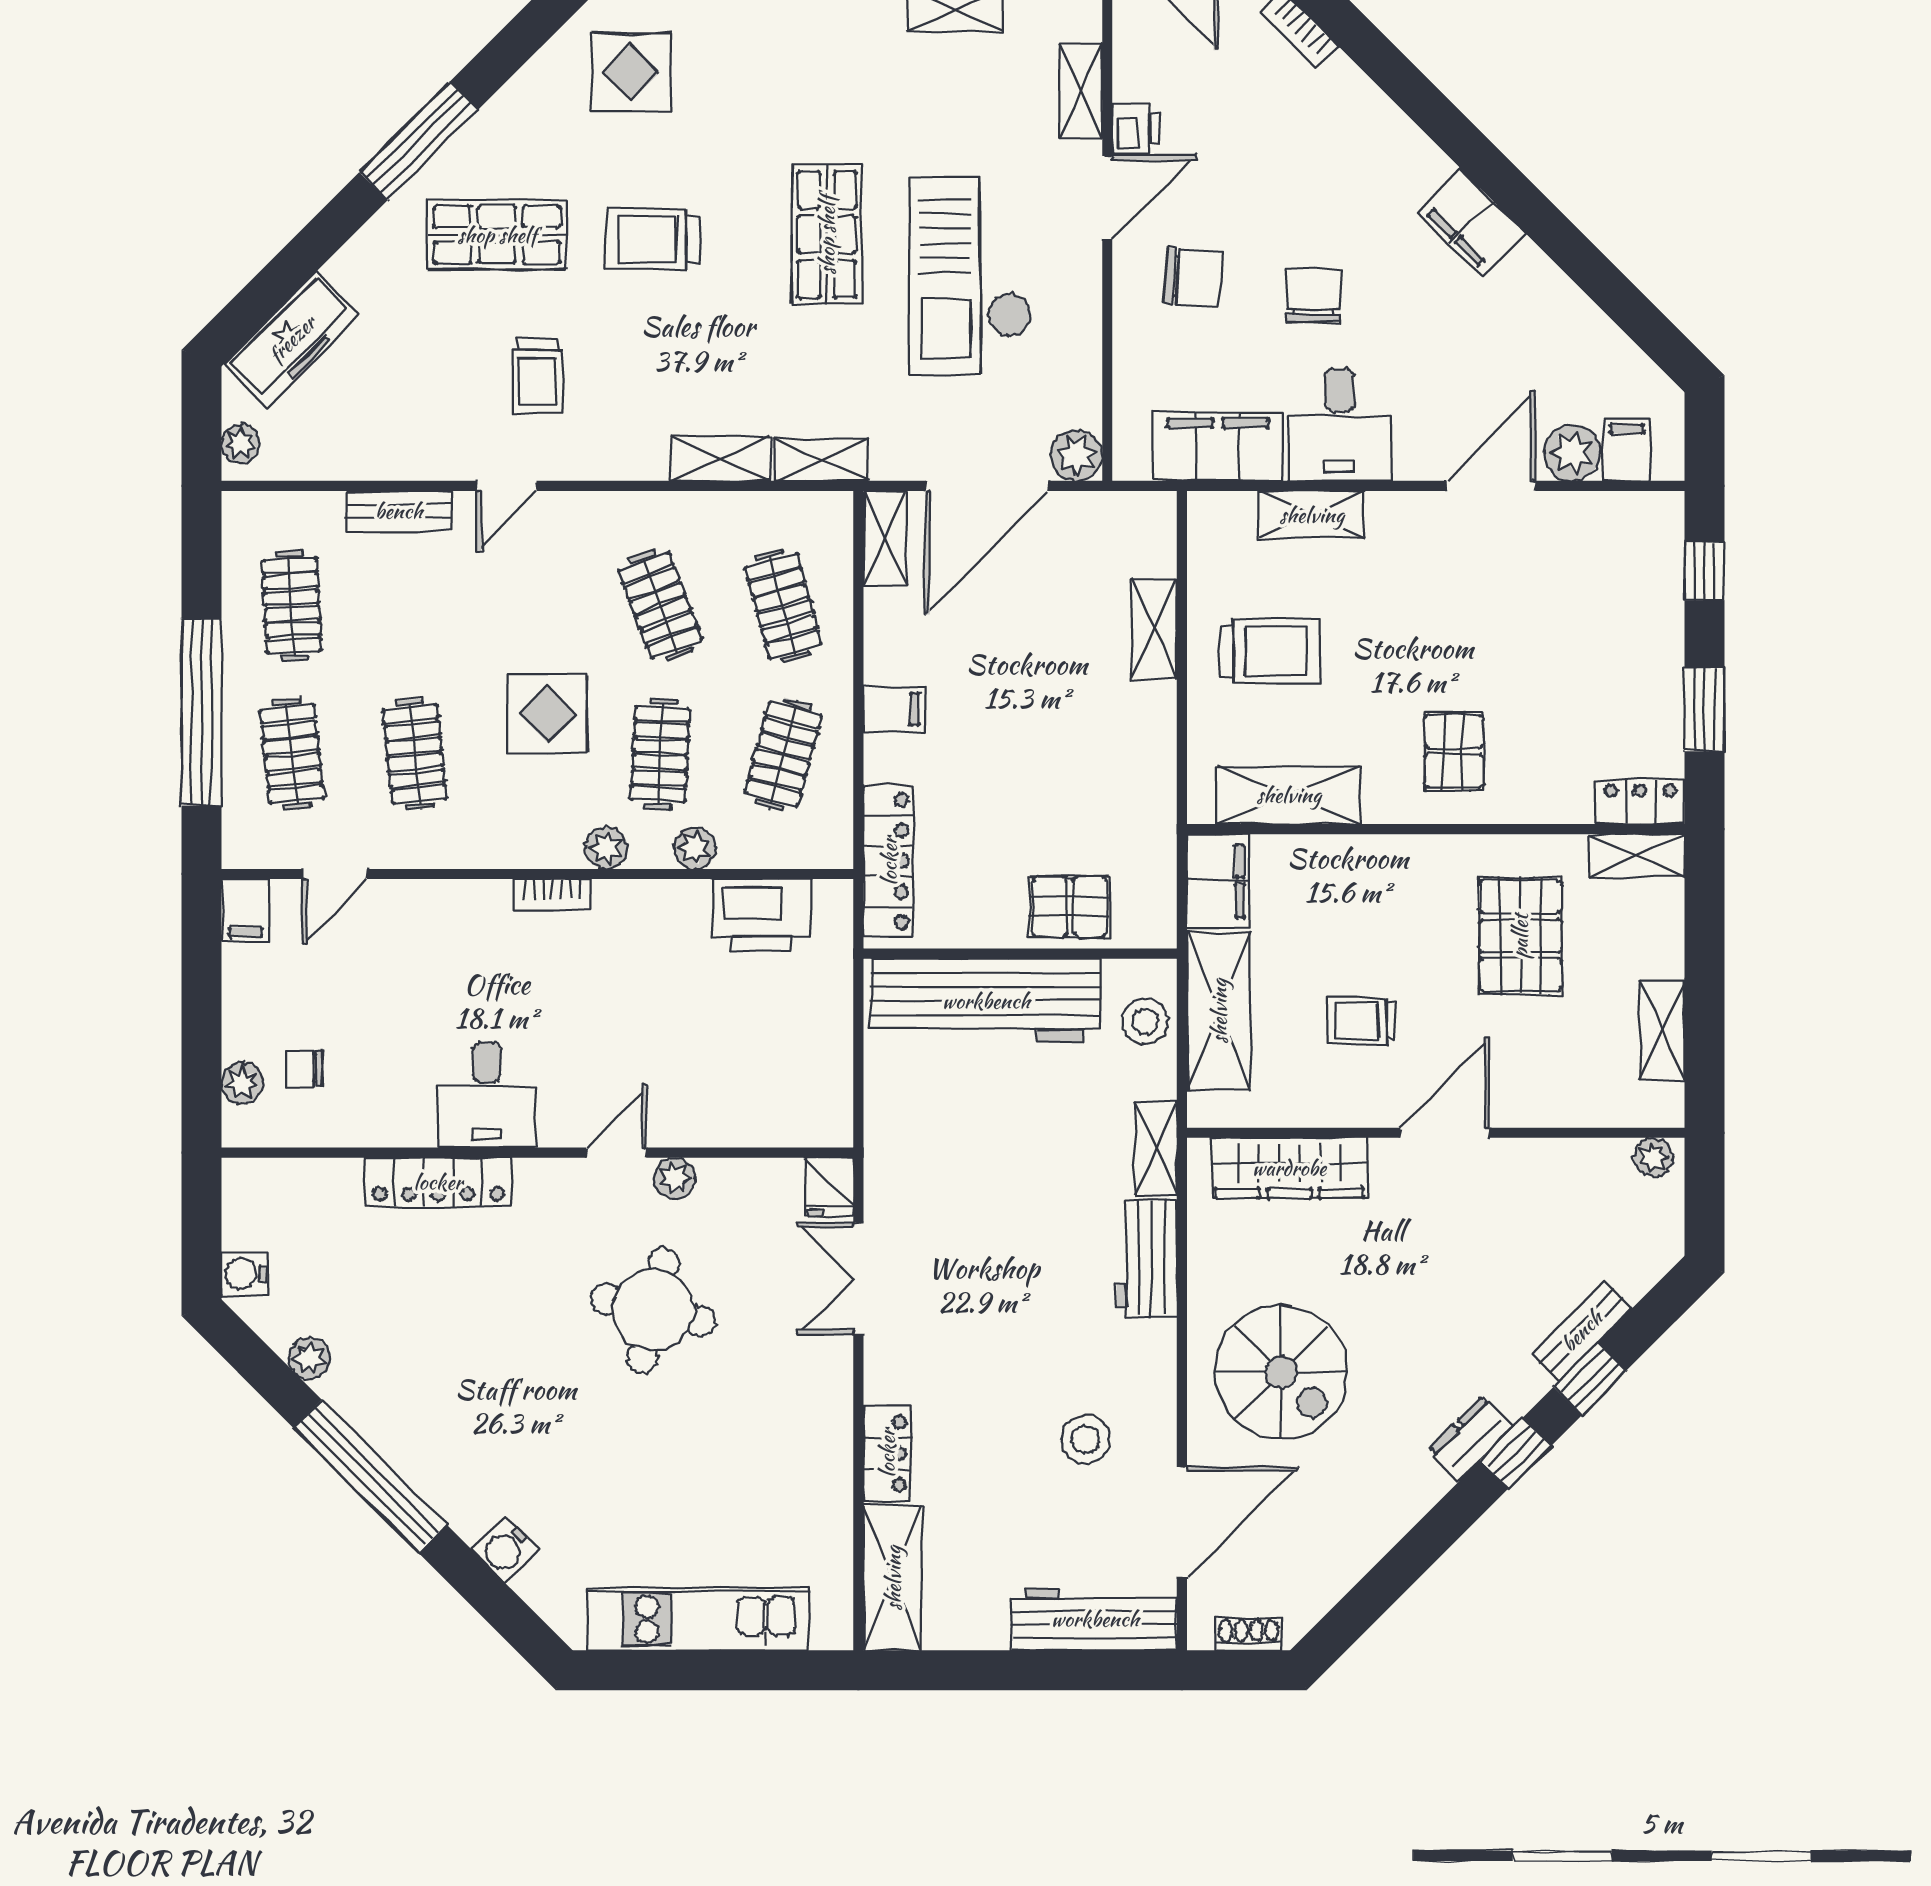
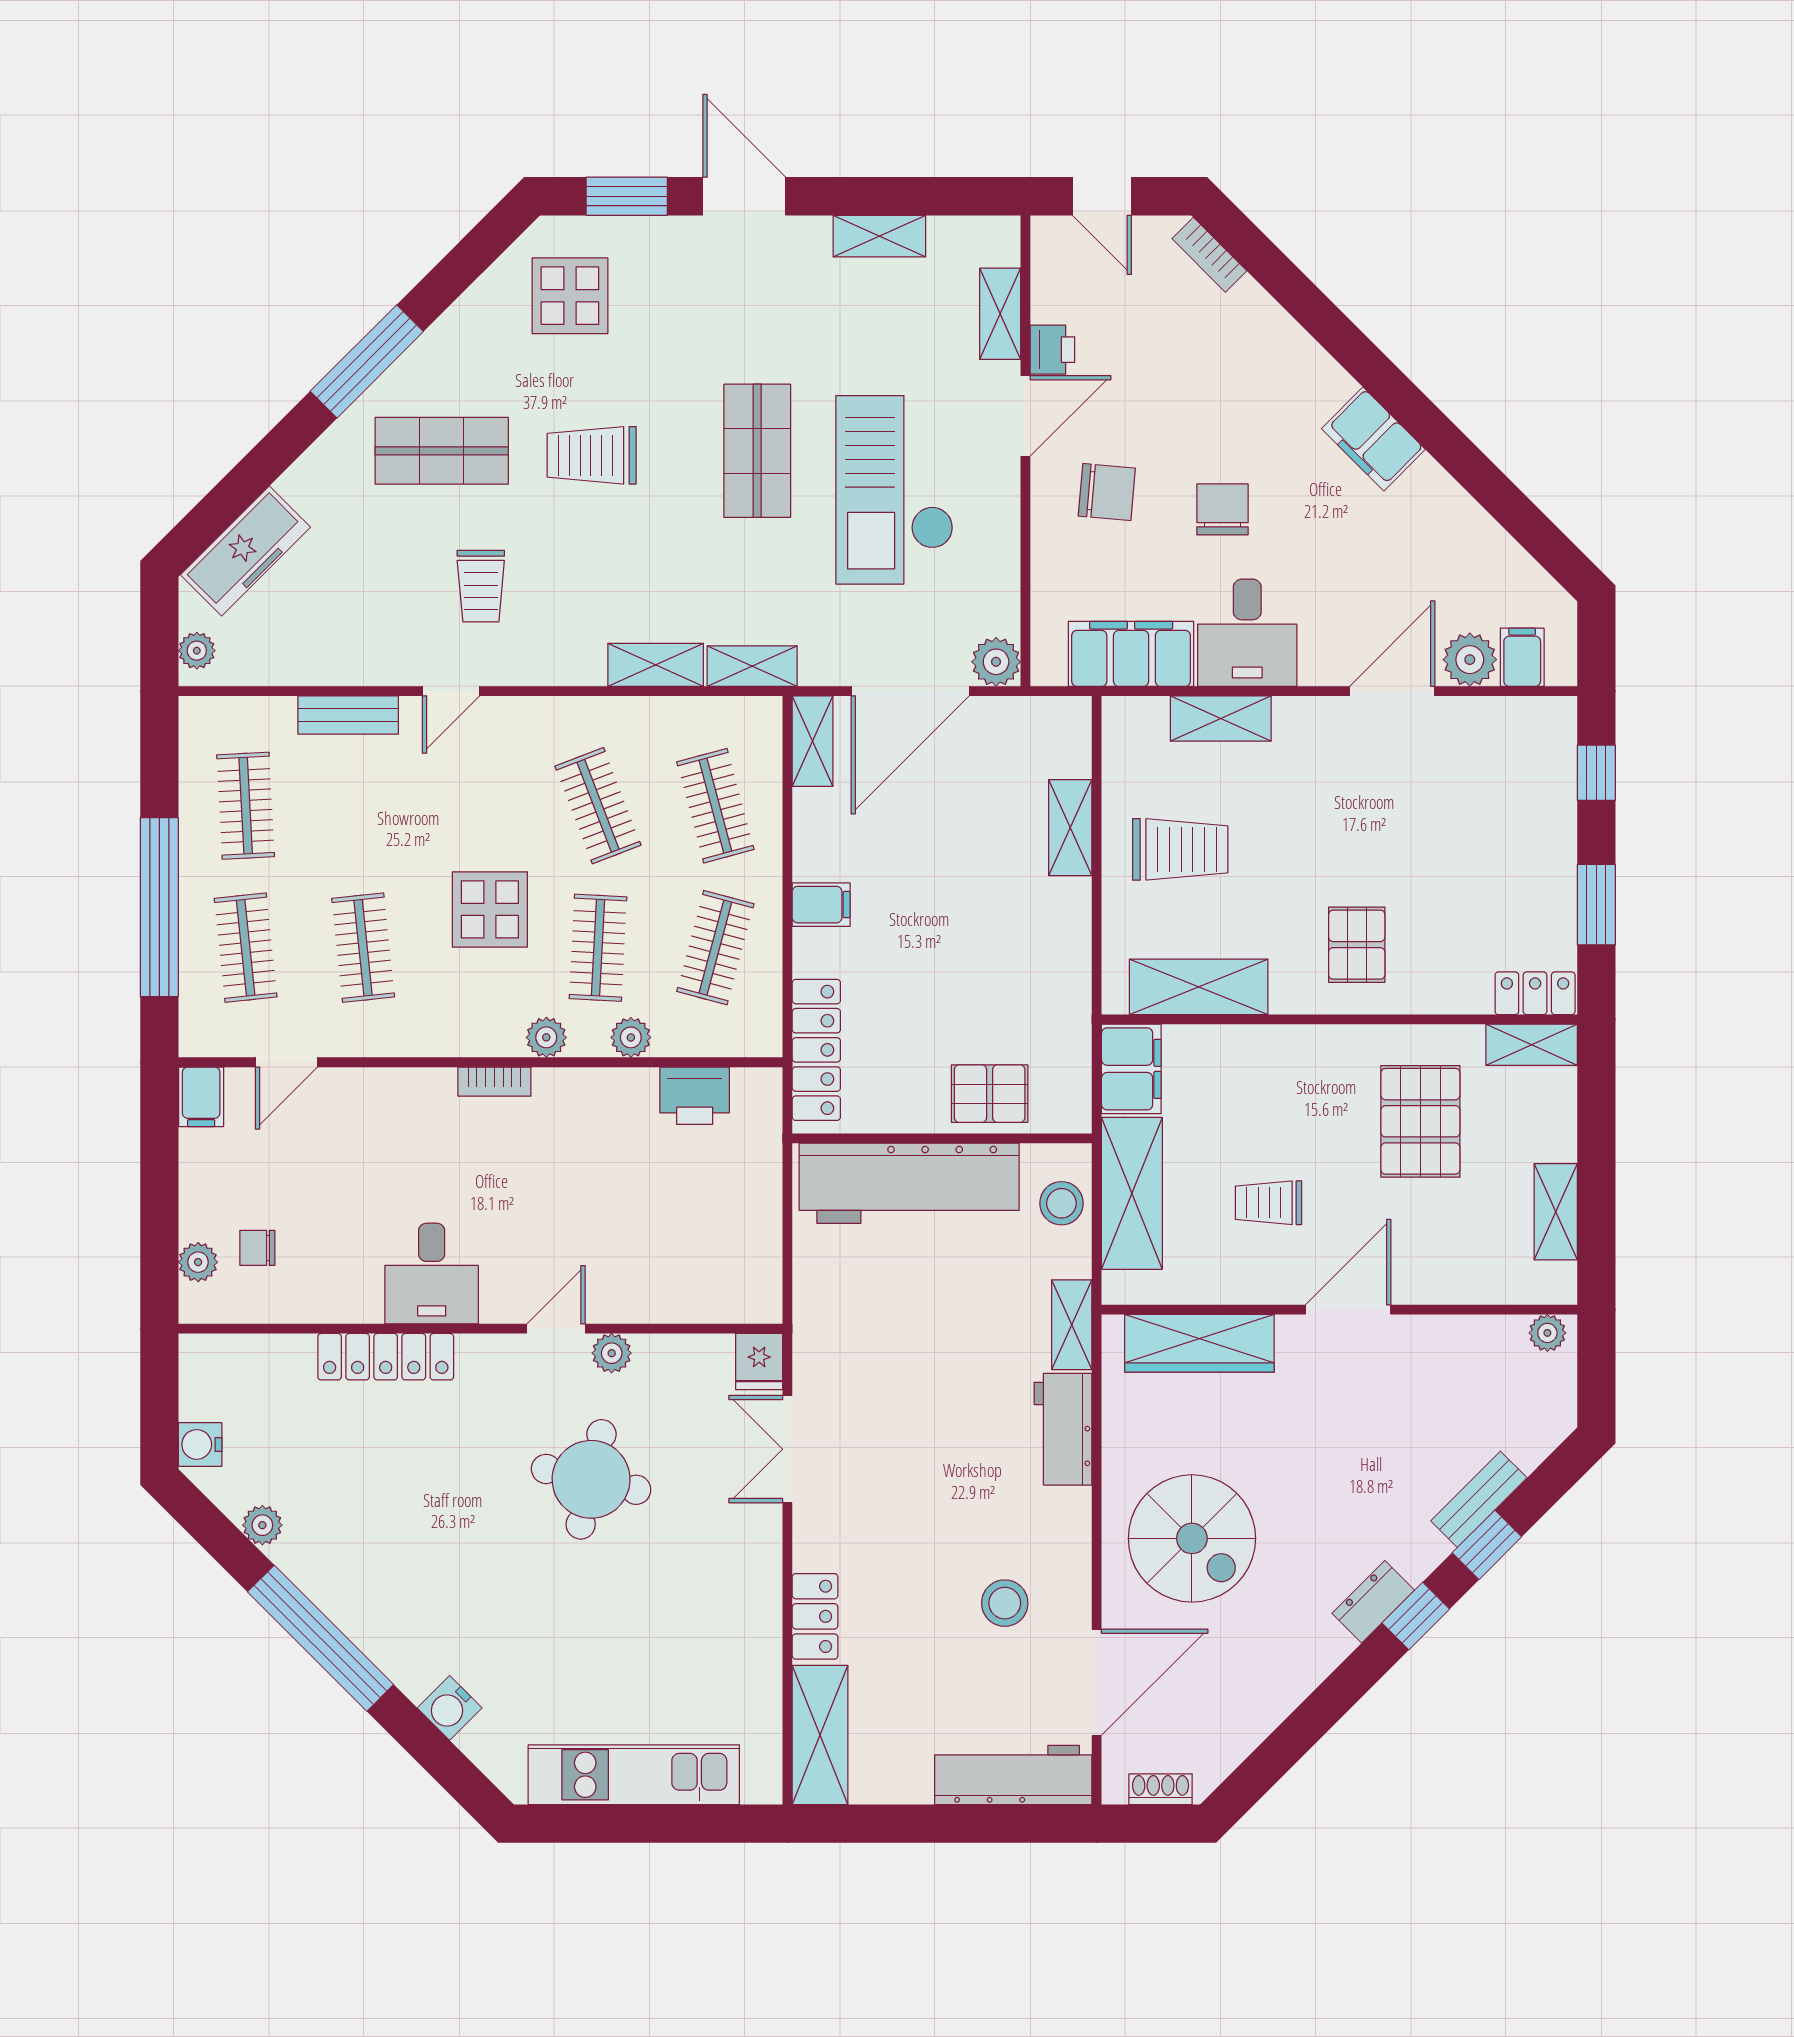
printer: (761, 915) -> (695, 1096), width x0.73, depth x0.84

